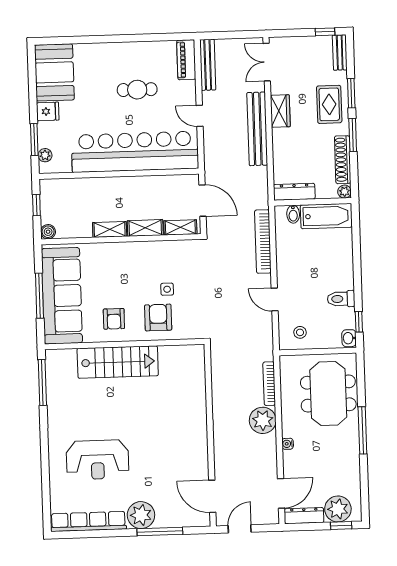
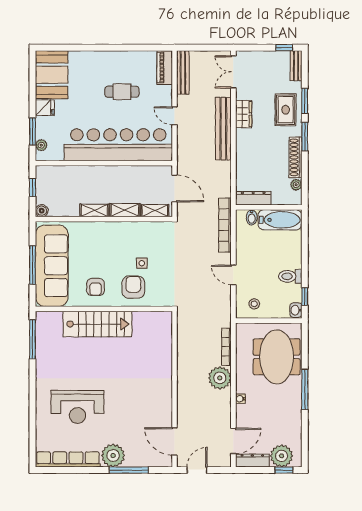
dresser: (294, 192) -> (253, 198), moved
wall: (313, 202) -> (269, 207), moved
bidet: (293, 214) -> (252, 217), moved
bathtub: (326, 216) -> (280, 220), moved

